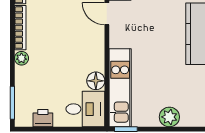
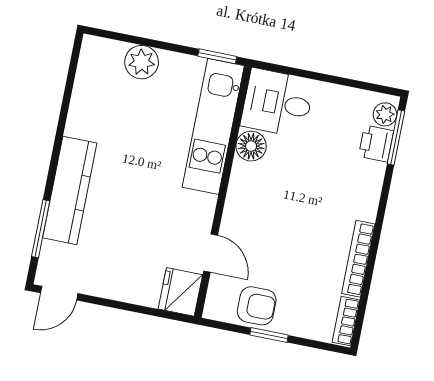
plant: (21, 58) -> (385, 114), moved
printer: (43, 118) -> (376, 144), moved, turned 90

